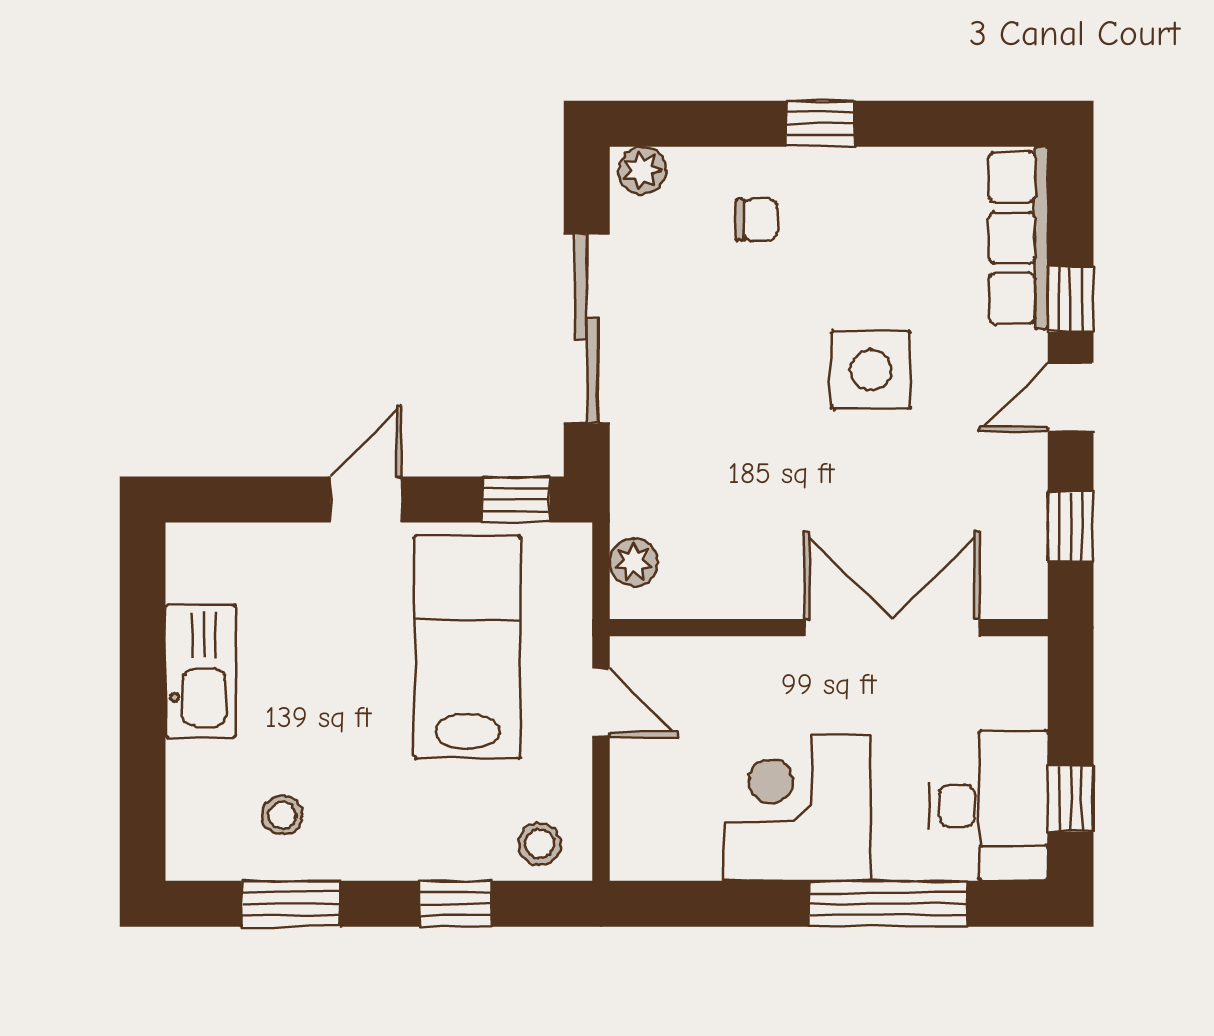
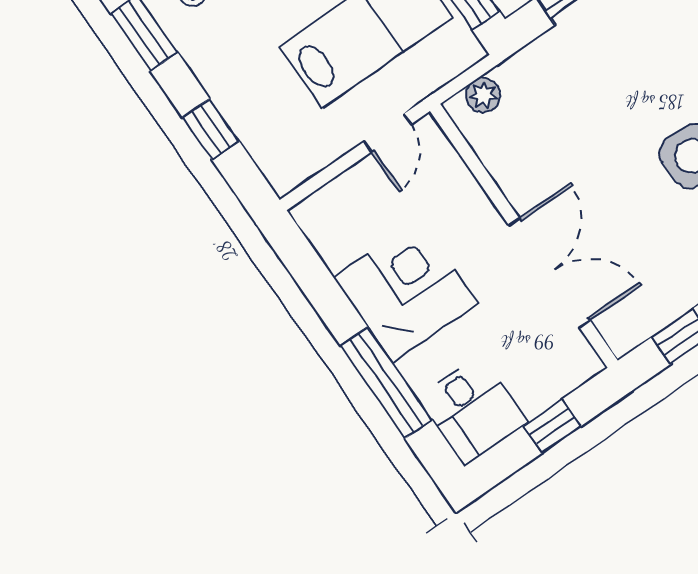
window: (1071, 799) -> (552, 426), moved
desk: (989, 806) -> (473, 410), width x0.73
stool: (539, 844) -> (280, 154), removed

